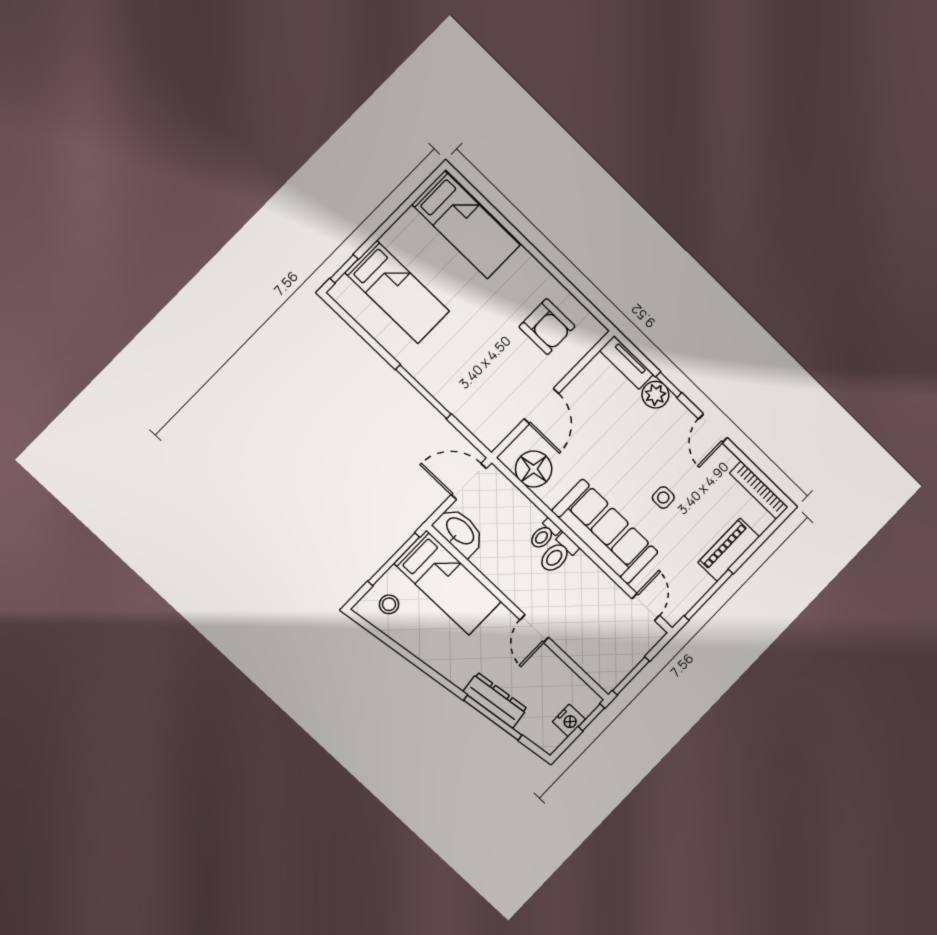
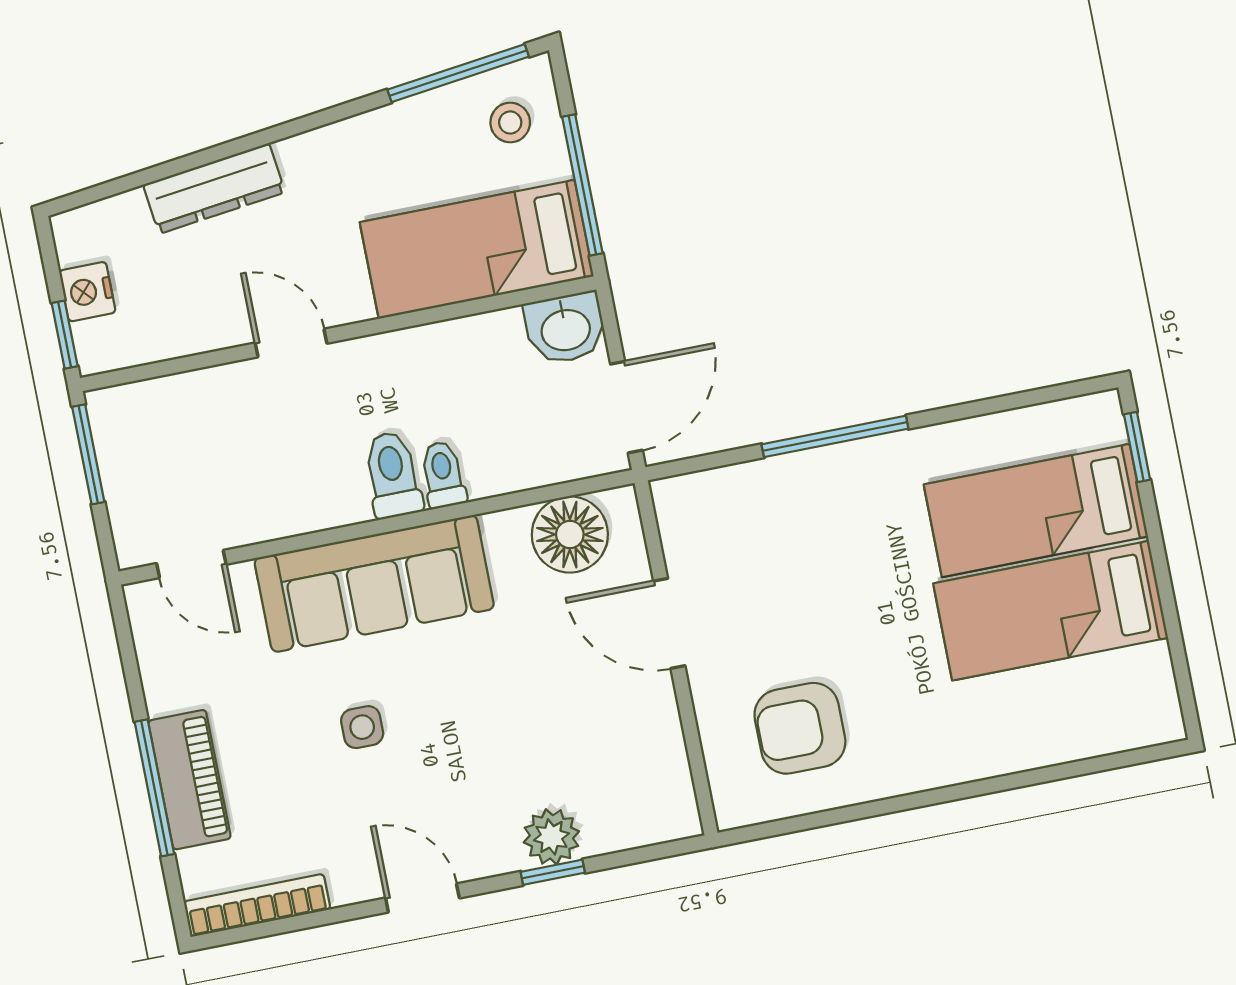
bed: (466, 225) -> (1051, 611), moved
tv unit: (627, 362) -> (642, 825), removed
washbasin: (459, 532) -> (565, 328), width x0.72
window: (709, 595) -> (154, 788), moved
window: (493, 718) -> (458, 73), moved

